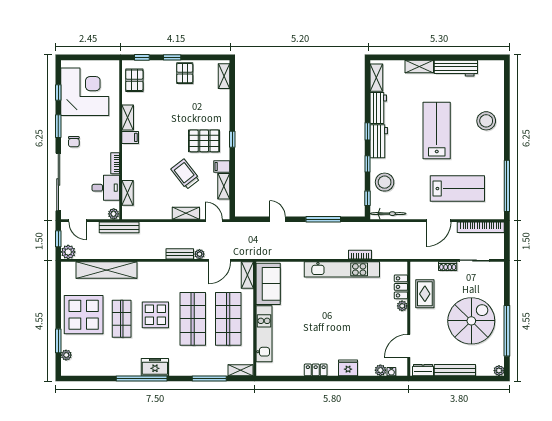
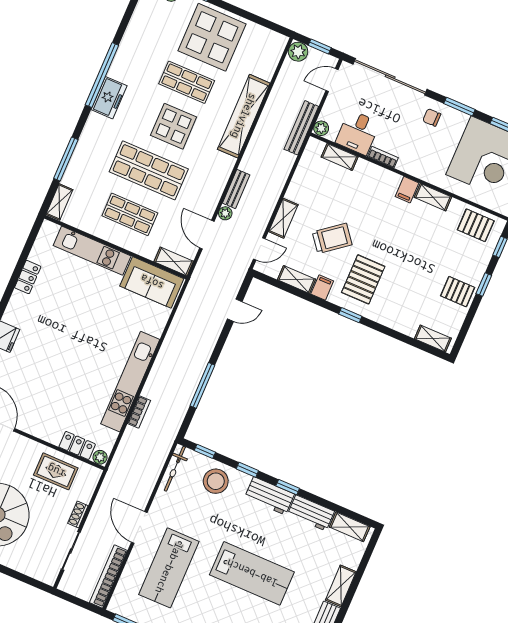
door: (277, 219) -> (235, 310), moved
shelving: (107, 270) -> (244, 116), moved
plant: (402, 306) -> (100, 457), moved
shop shelf: (228, 319) -> (130, 214), width x0.70, depth x0.74
locker: (316, 370) -> (28, 277), moved

